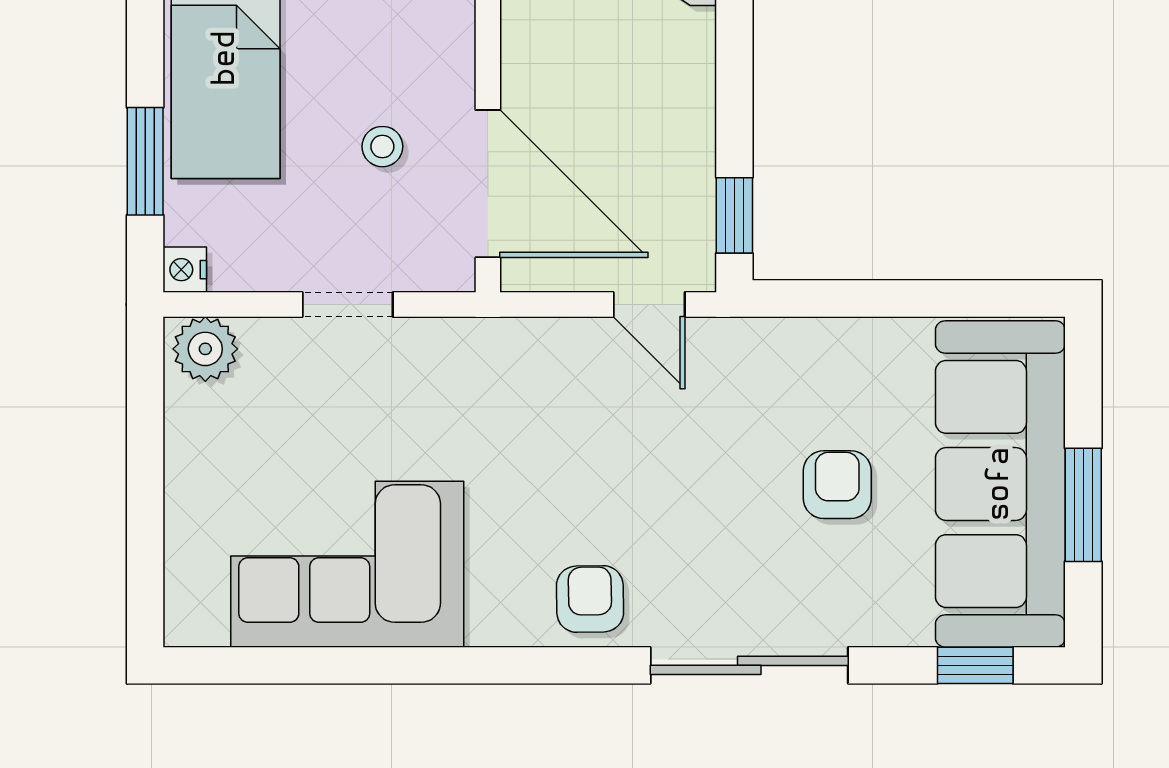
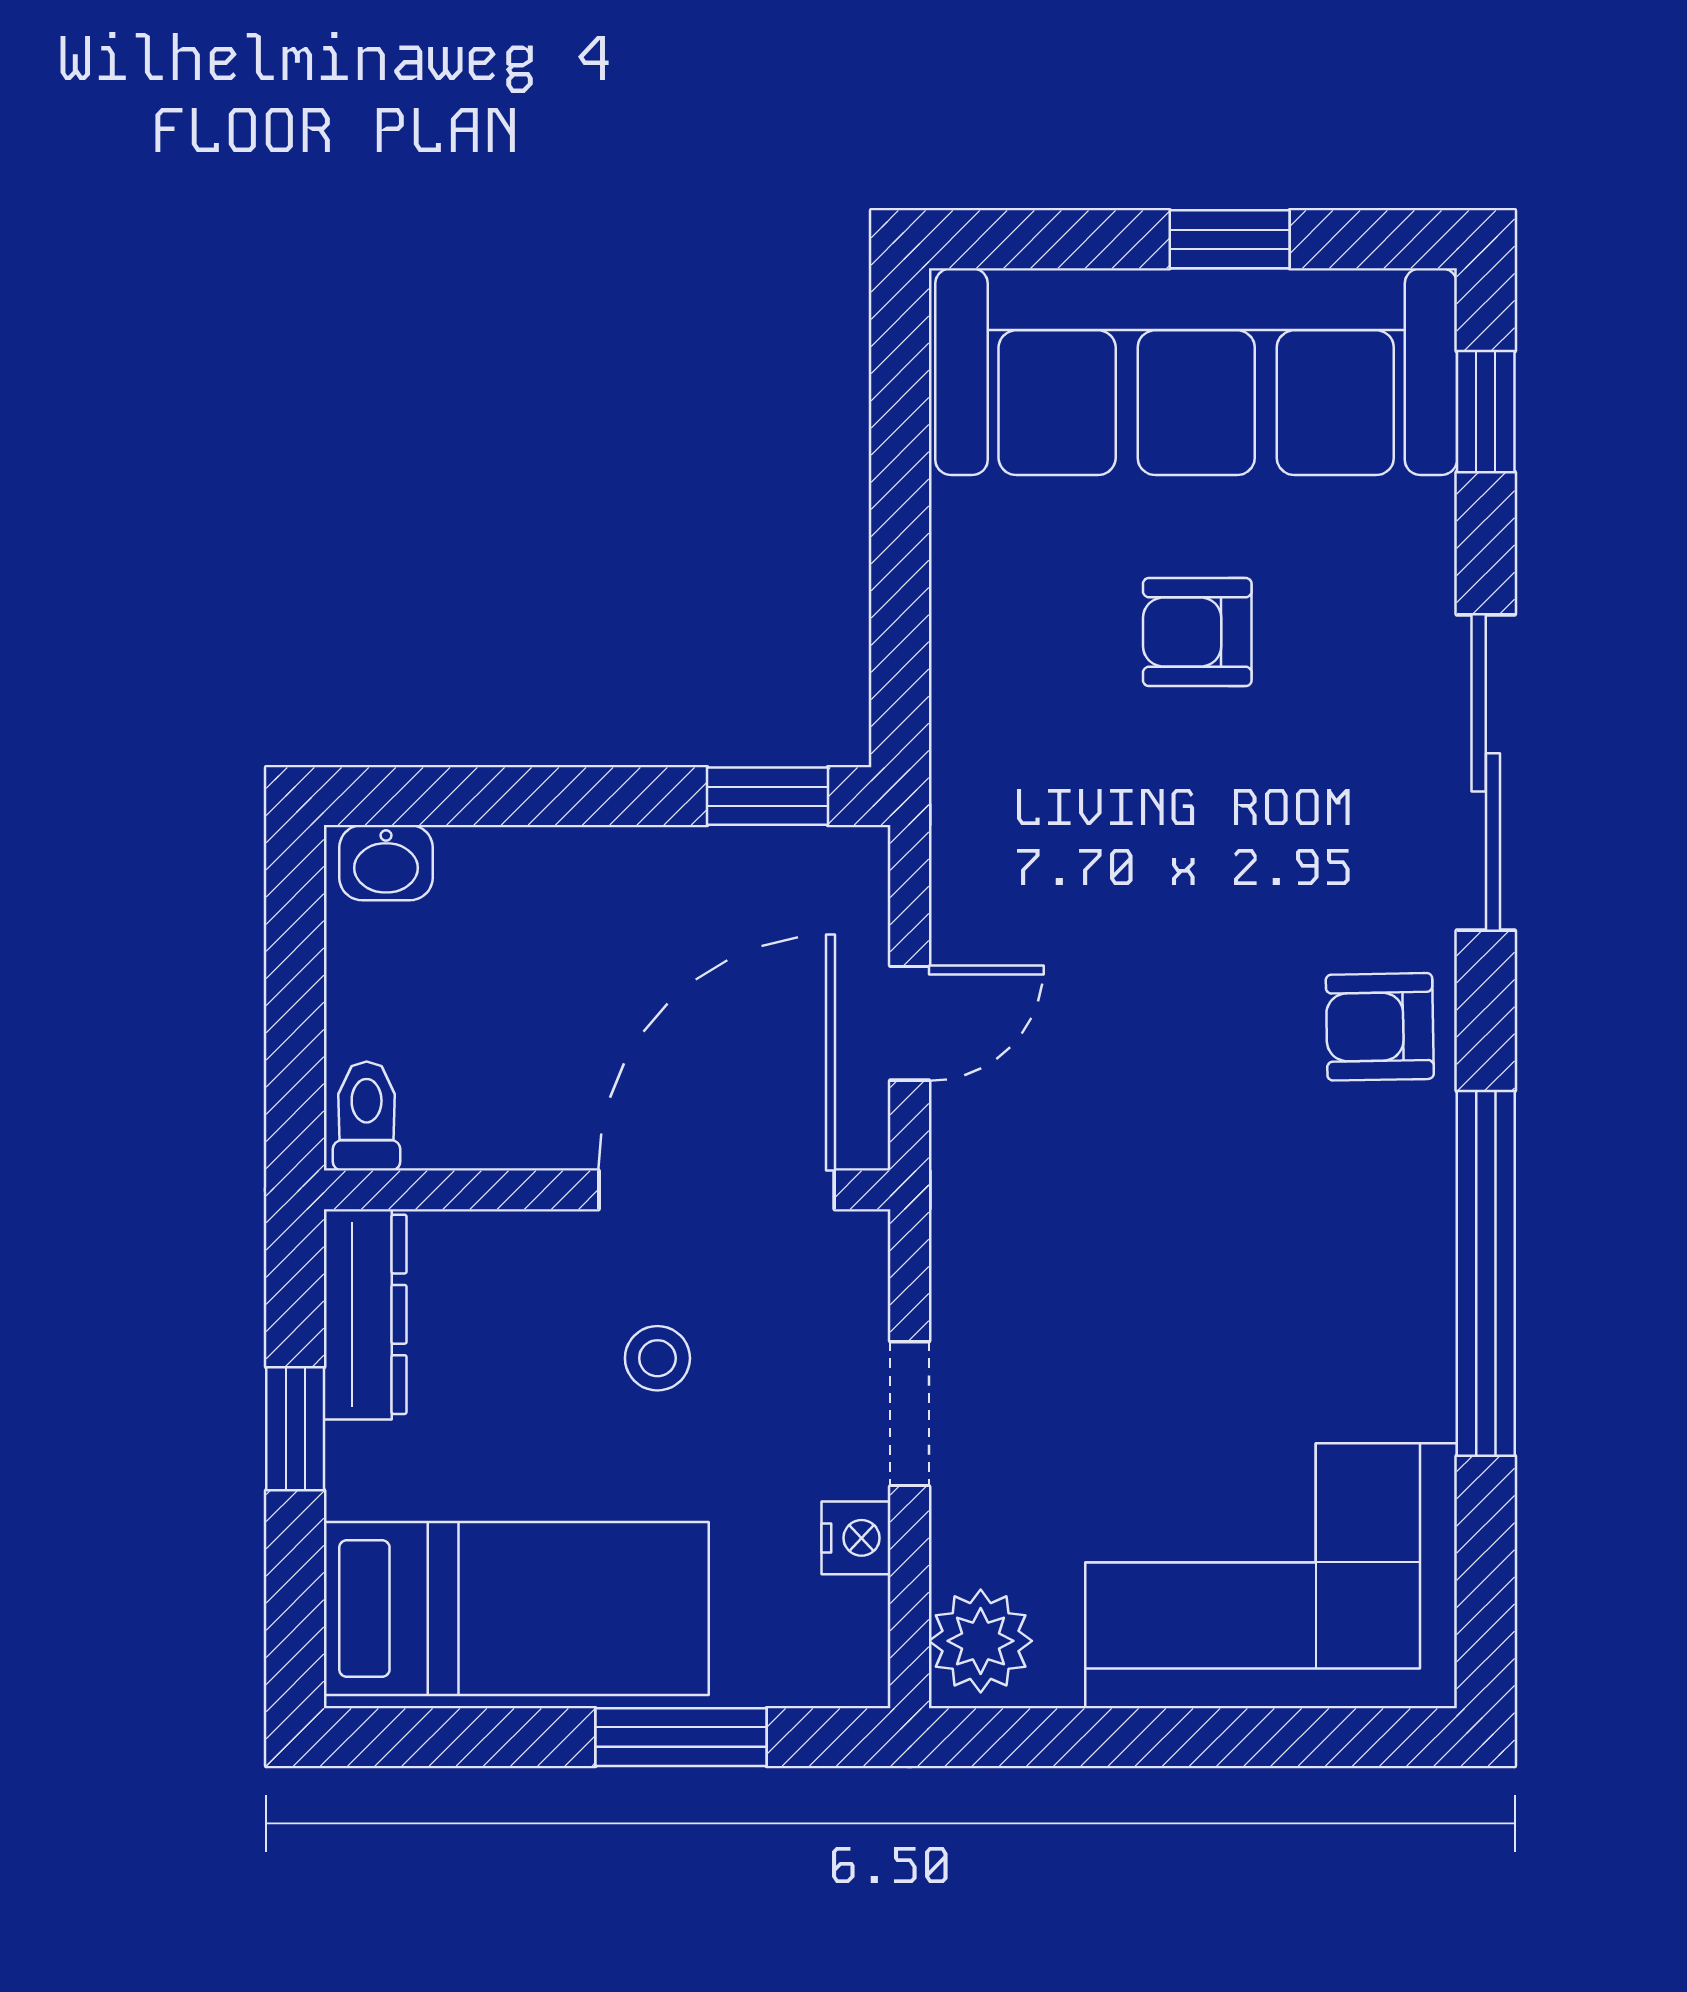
nightstand: (185, 270) -> (856, 1538), moved, turned -90
door: (649, 305) -> (910, 1023), moved
window: (1083, 505) -> (1230, 239), width x0.67
corner sofa: (347, 564) -> (1271, 1576), moved, turned 90
window: (436, 665) -> (1486, 1273), added

